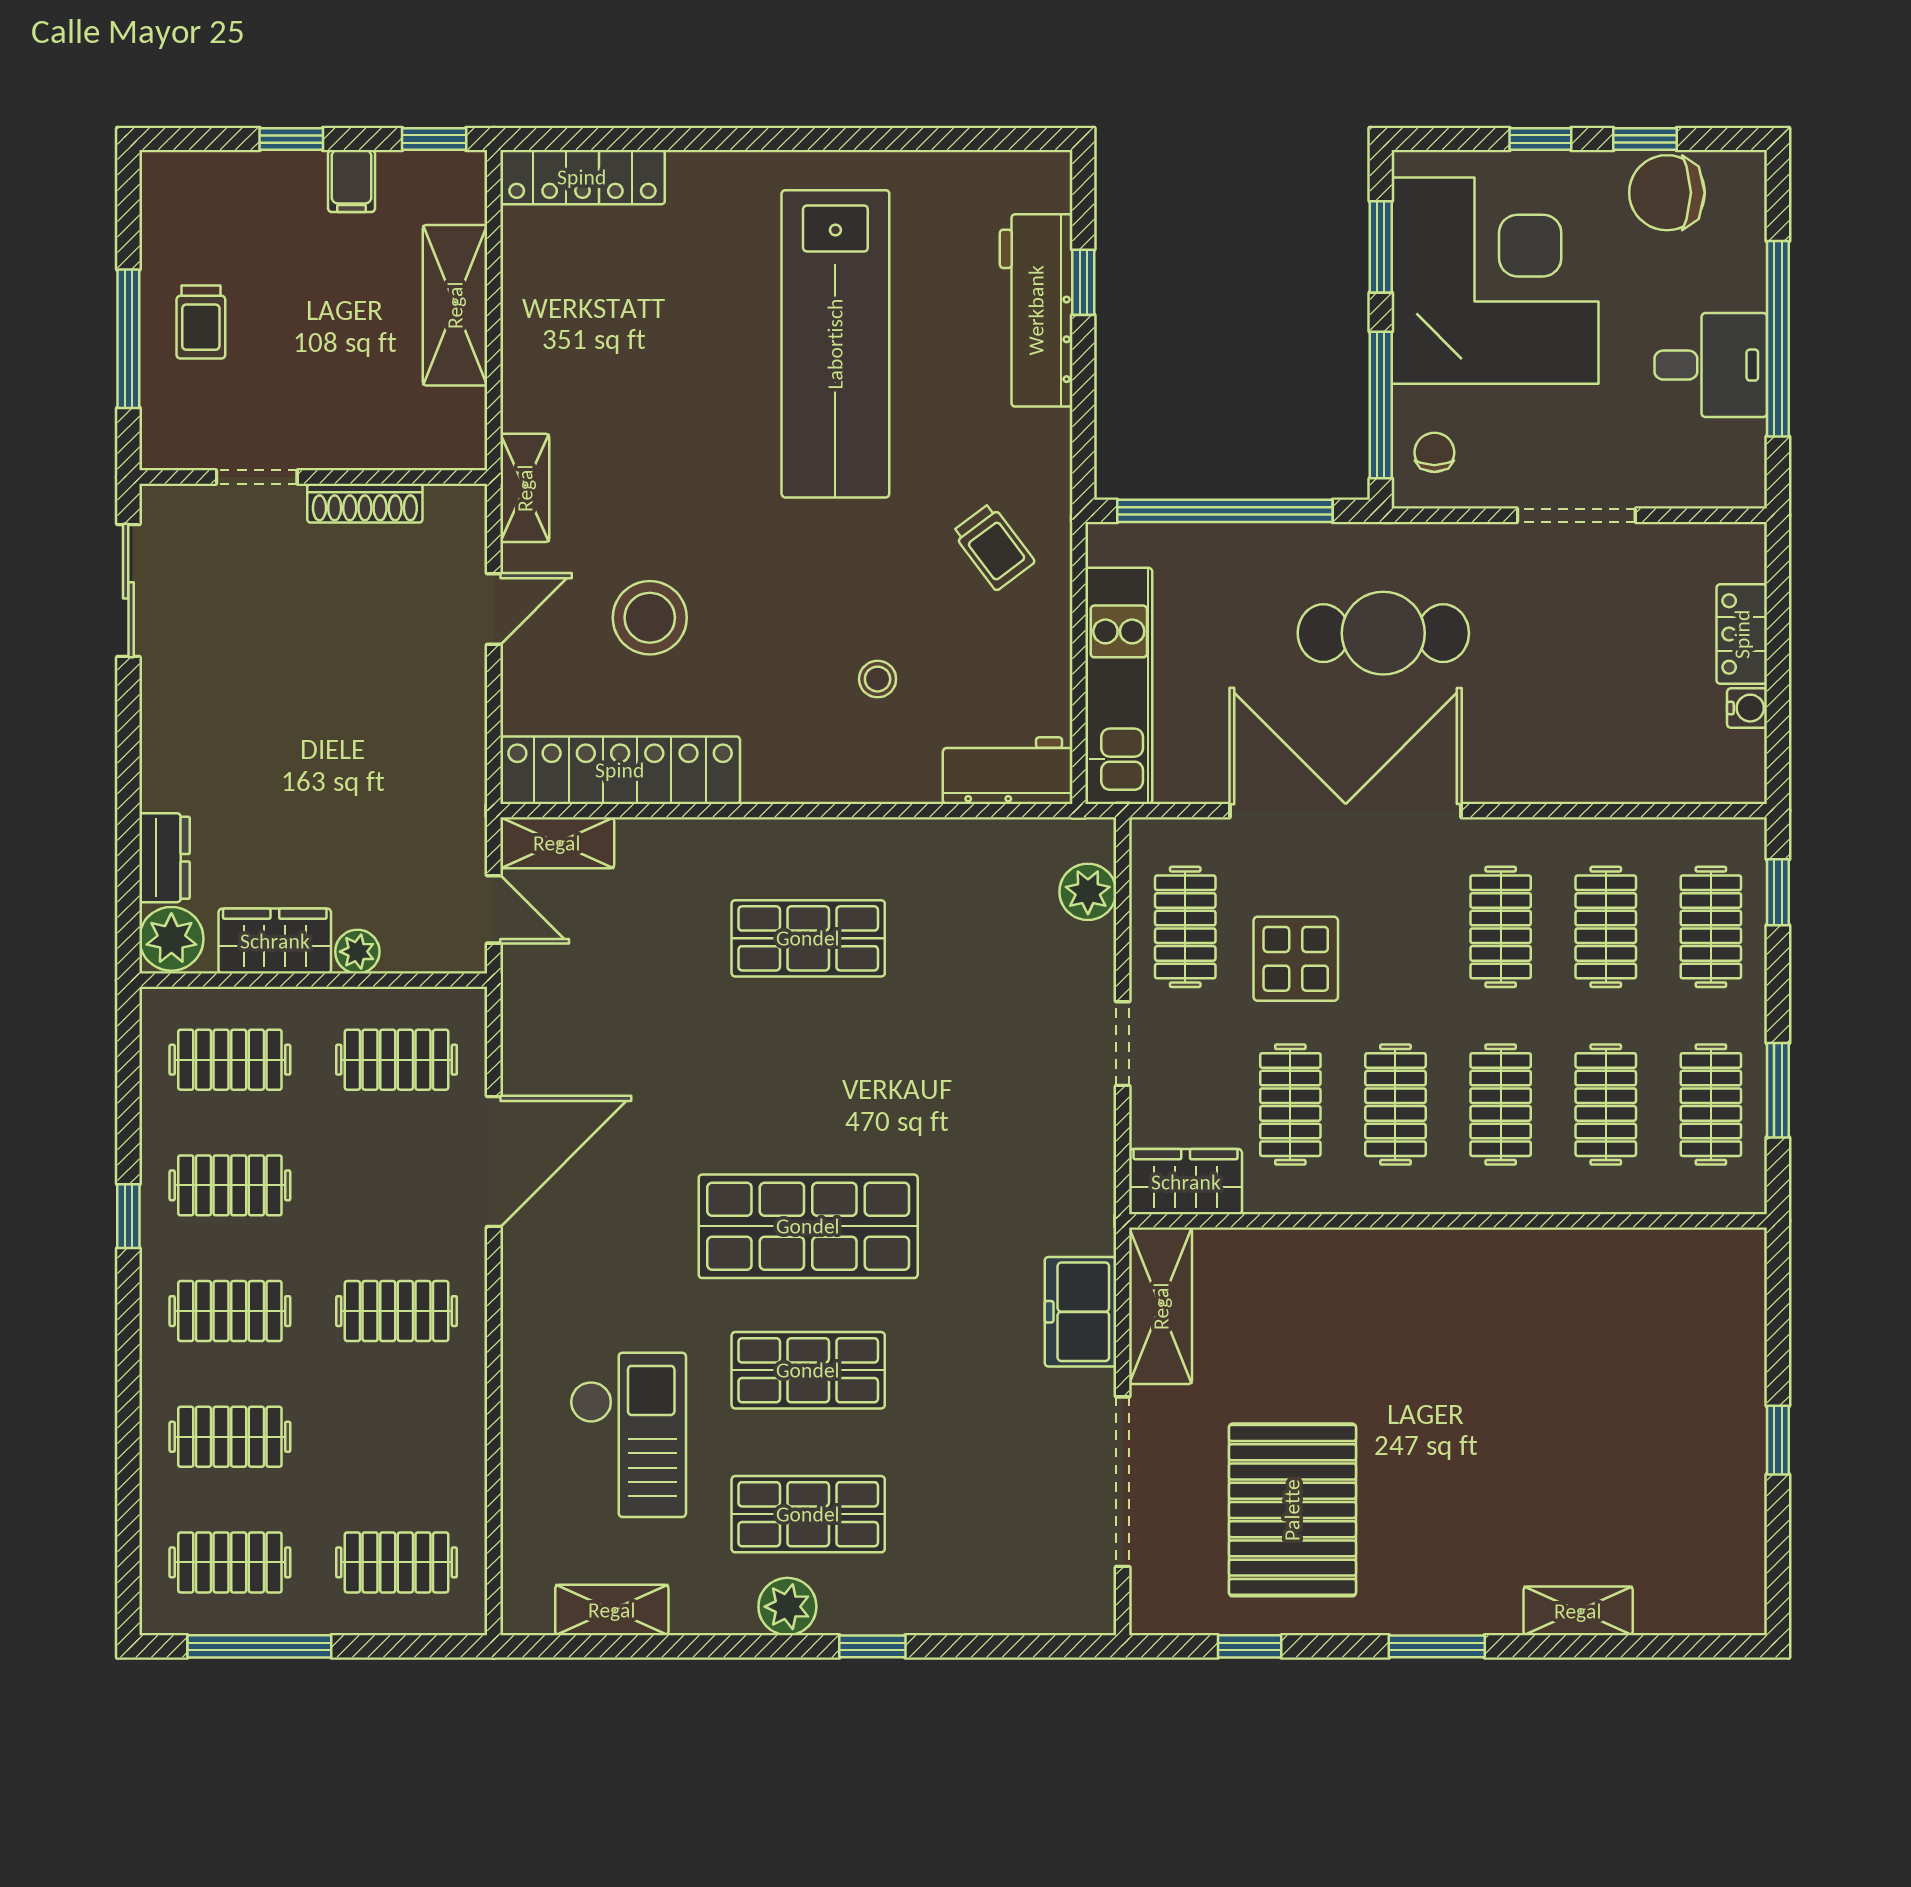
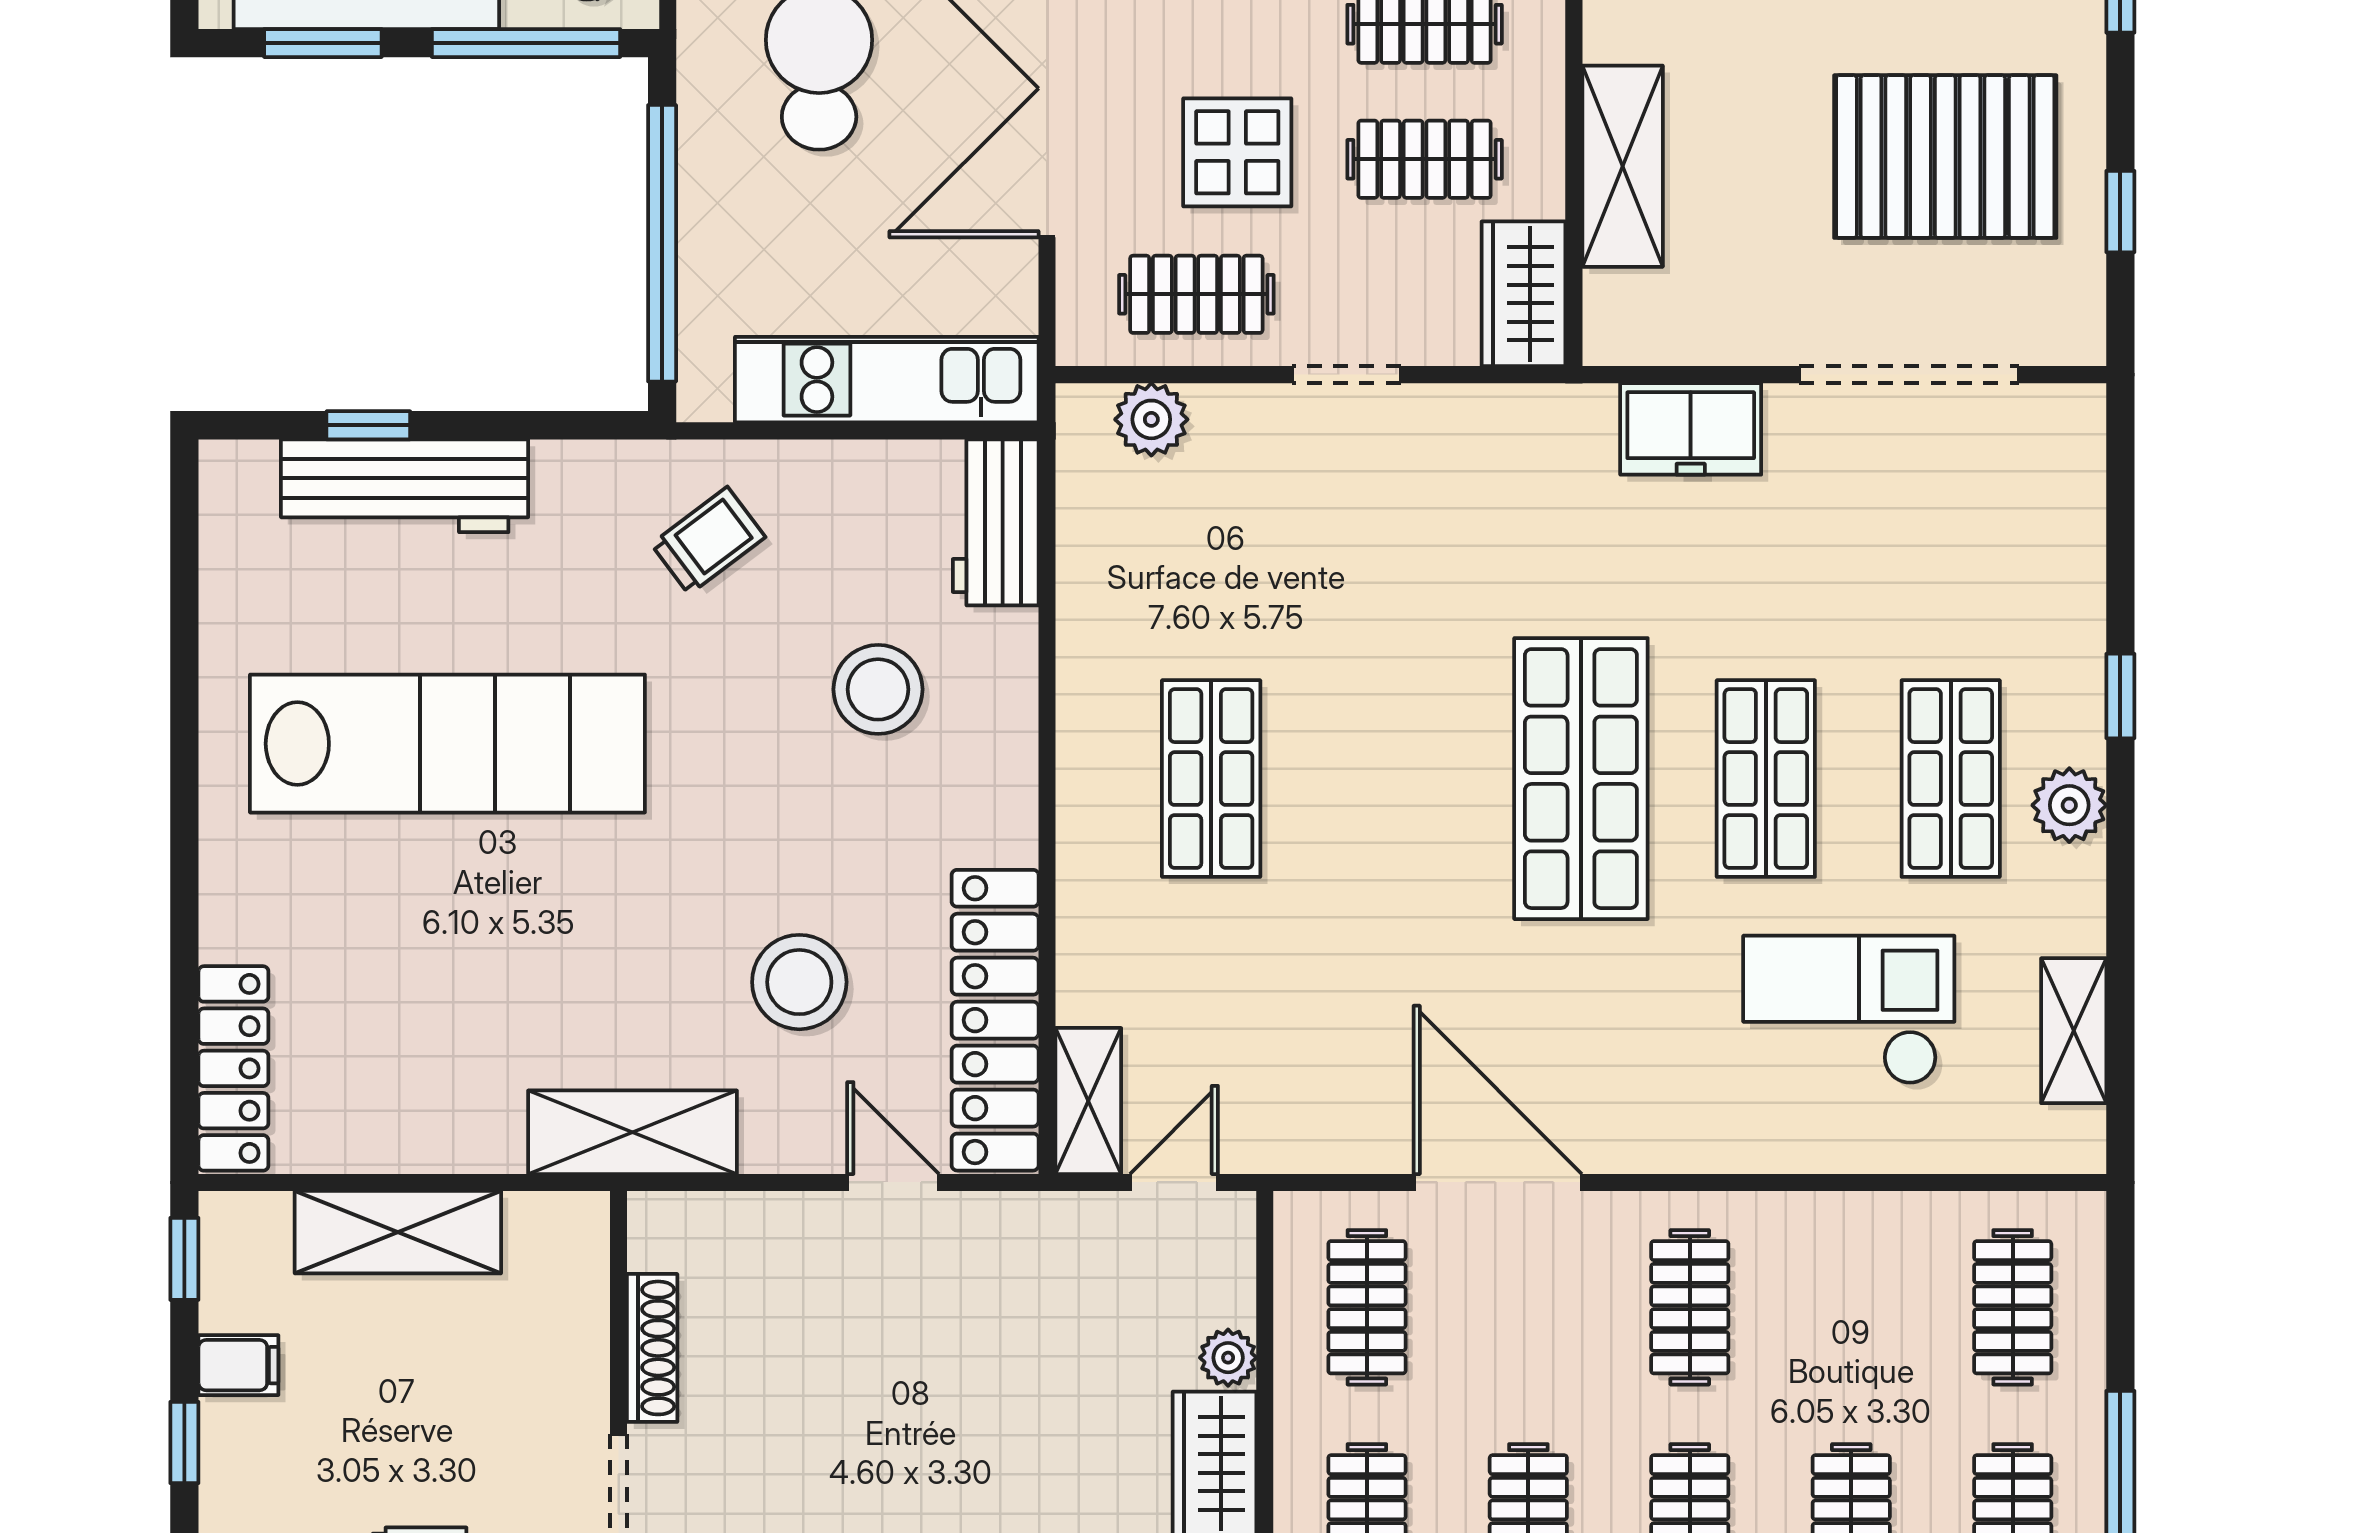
shelving: (525, 488) -> (632, 1132), width x1.50, depth x1.33
door: (494, 609) -> (893, 1182), moved
stool: (878, 679) -> (878, 689), width x1.89, depth x1.89
shelving: (1161, 1306) -> (1623, 166), moved, turned 90

